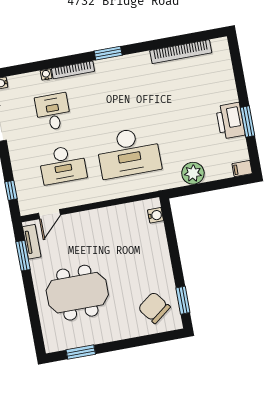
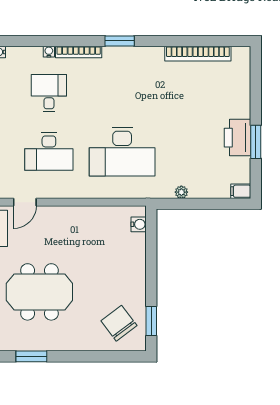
plant: (193, 173) -> (181, 192), width x0.53, depth x0.53

